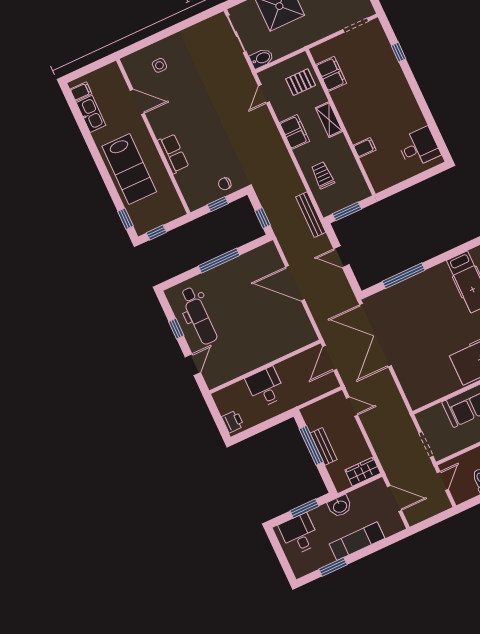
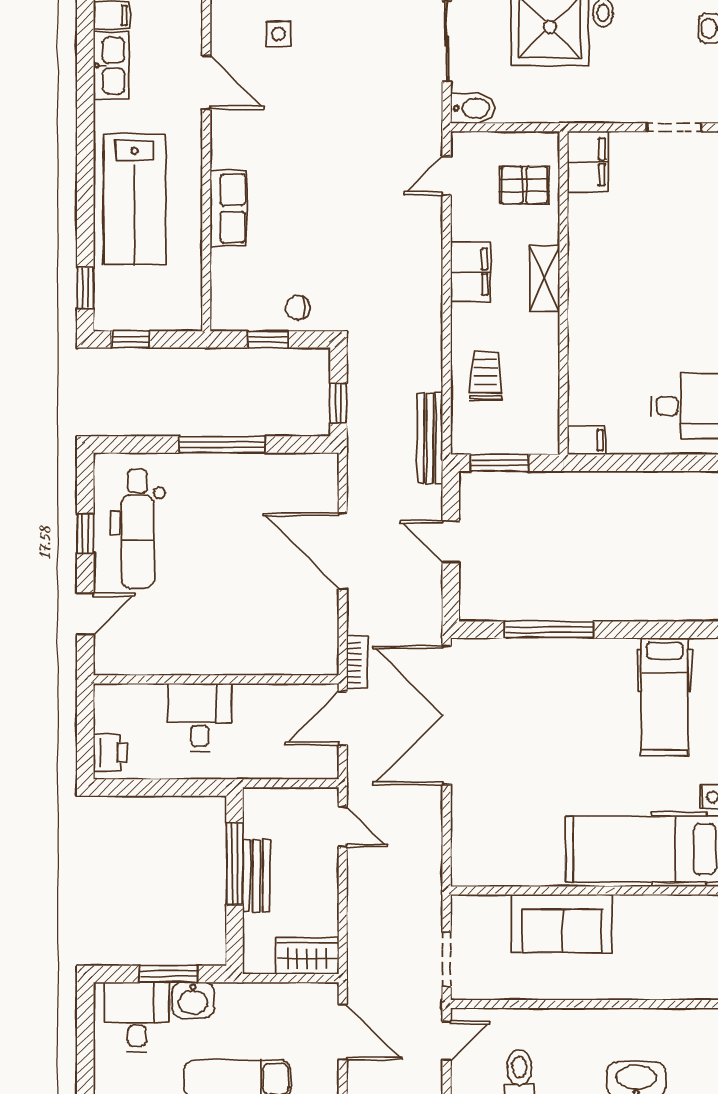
filing cabinet: (331, 74) -> (588, 162), moved
filing cabinet: (365, 148) -> (587, 440), moved
bookcase: (325, 330) -> (357, 662), added
washbasin: (340, 506) -> (193, 1000), moved

